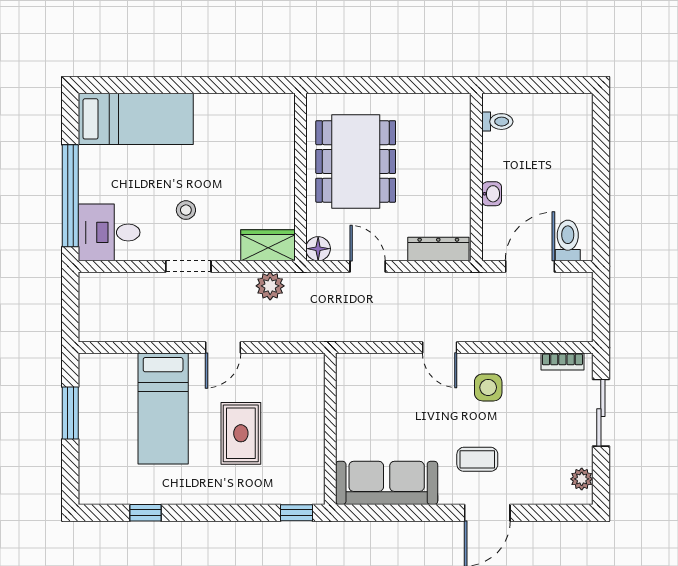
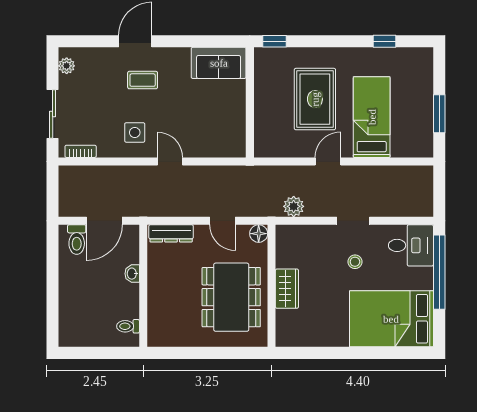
bed: (136, 119) -> (391, 319), width x1.50
wardrobe: (268, 245) -> (287, 289), moved, turned -90
rug: (241, 433) -> (315, 99), width x1.36, depth x1.43
sofa: (387, 483) -> (219, 63), width x0.73

